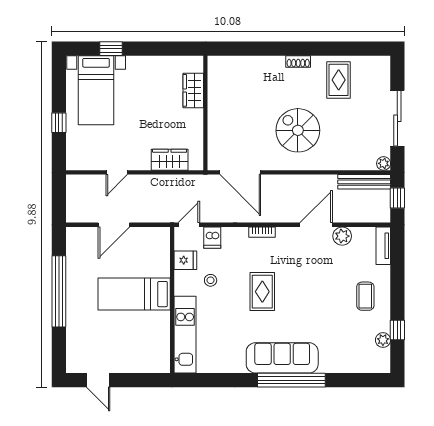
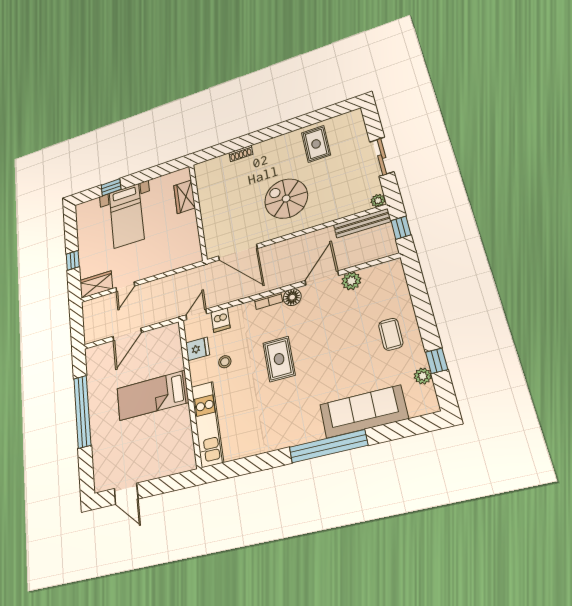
shoe rack: (298, 62) -> (241, 153), moved
bed with nightstands: (96, 90) -> (126, 216), moved
sliding door: (397, 118) -> (382, 157), width x0.73
wardrobe: (170, 160) -> (96, 285), moved
floor lamp: (285, 235) -> (292, 297), added
tv unit: (383, 246) -> (398, 278), removed
sofa: (282, 358) -> (363, 412), moved

